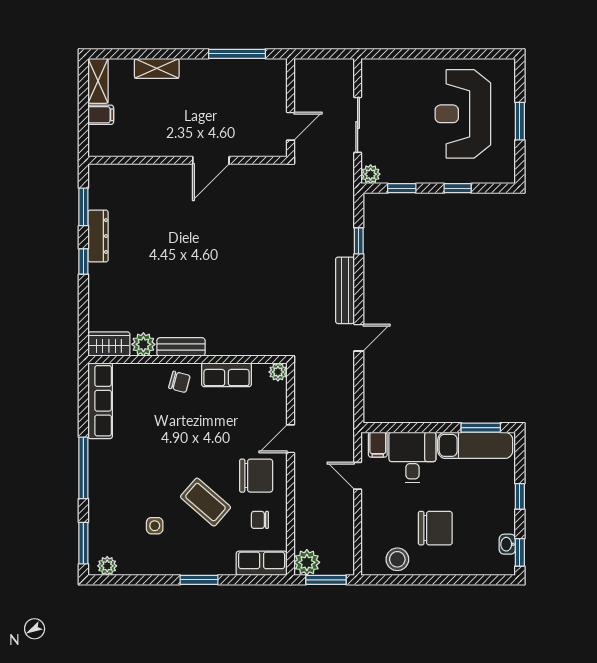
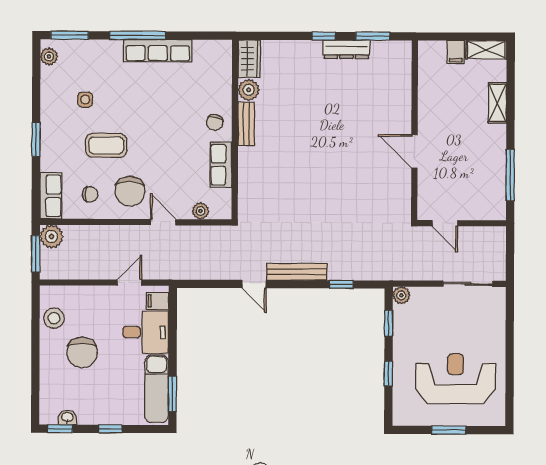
sliding door: (358, 125) -> (468, 284), moved
plant: (278, 372) -> (200, 211), moved
row of seats: (100, 401) -> (158, 51), moved
coffee table: (205, 502) -> (106, 145), turned 49
chair: (260, 520) -> (90, 194), turned 90

